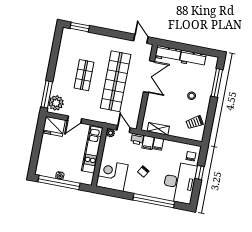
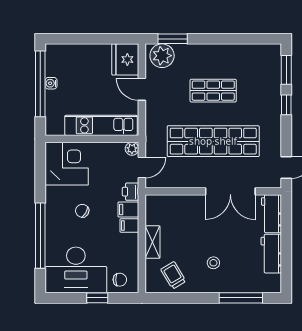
window: (102, 31) -> (286, 105), added
window: (47, 94) -> (173, 39), width x0.69
shelving: (158, 129) -> (153, 242), moved

